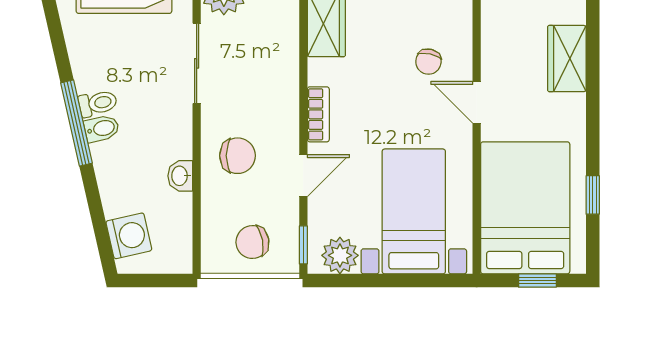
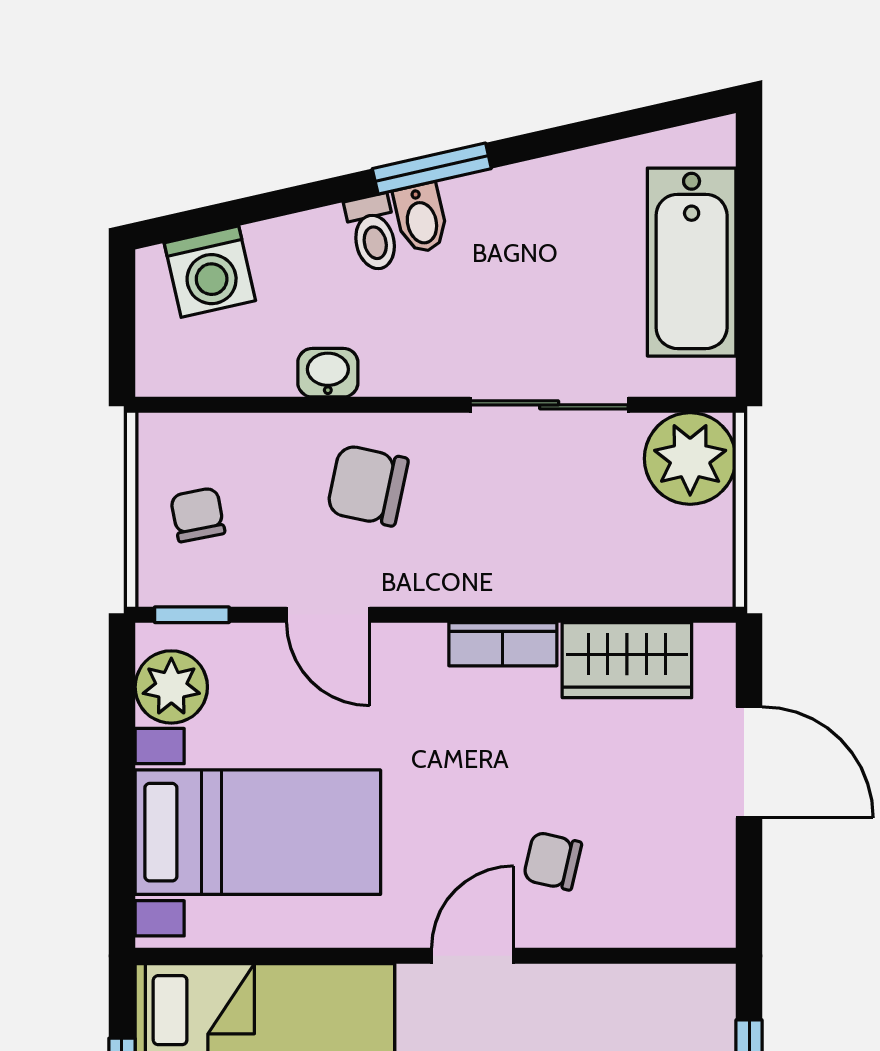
toilet: (98, 103) -> (373, 233), moved
bookcase: (318, 114) -> (503, 644), moved
window: (76, 123) -> (432, 169), width x0.69
chair: (238, 156) -> (367, 485), turned 102
chair: (252, 242) -> (198, 515), width x0.73, depth x0.73

